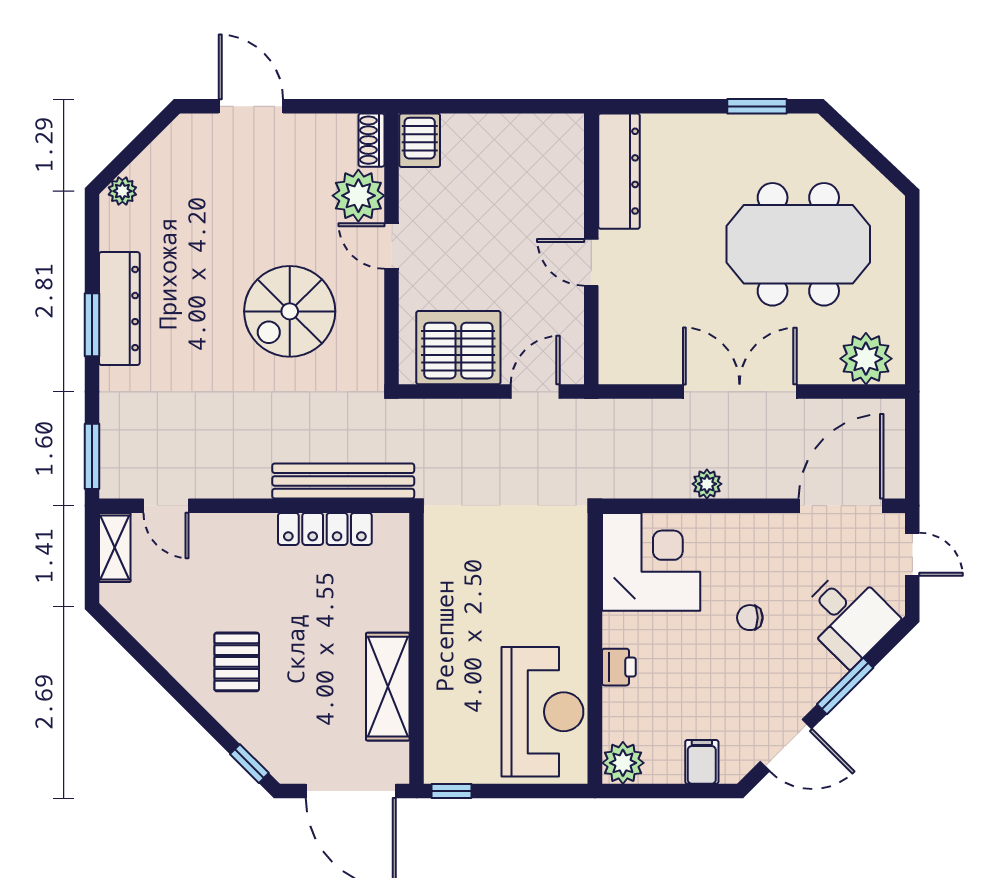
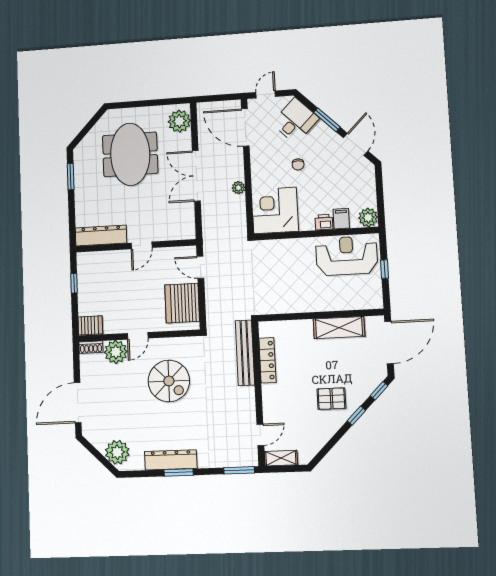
door: (251, 106) -> (78, 403), width x1.36
window: (515, 106) -> (74, 283), added
plant: (122, 191) -> (117, 452), width x1.88, depth x1.88
window: (199, 713) -> (356, 416), added
filing cabinet: (702, 762) -> (341, 219), moved, turned 90
window: (451, 791) -> (384, 269), moved

